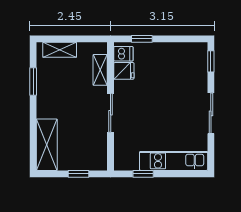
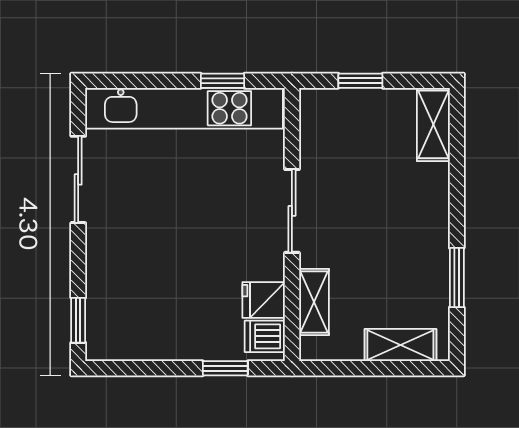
sliding door: (211, 113) -> (78, 179), moved
shelving: (47, 145) -> (433, 124), width x0.67, depth x0.75
kitchen unit: (174, 161) -> (184, 108), width x1.36

